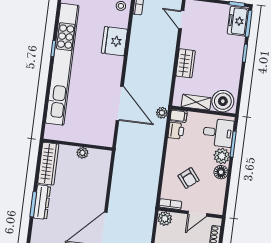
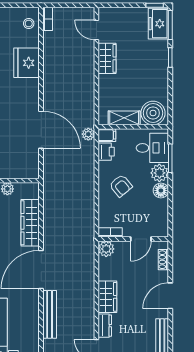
wardrobe: (186, 63) -> (107, 58), moved
armchair: (189, 178) -> (121, 186), moved
wardrobe: (99, 186) -> (30, 223), added

